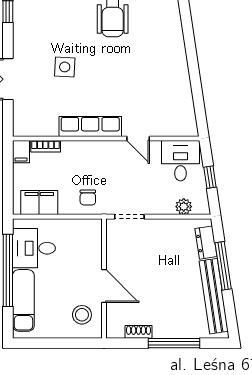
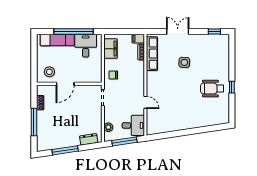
row of seats: (90, 127) -> (152, 54), moved
door: (138, 139) -> (145, 102), swing flipped
window: (210, 177) -> (124, 141), width x2.17
window: (223, 266) -> (65, 150), moved
bench: (214, 296) -> (60, 143), removed

